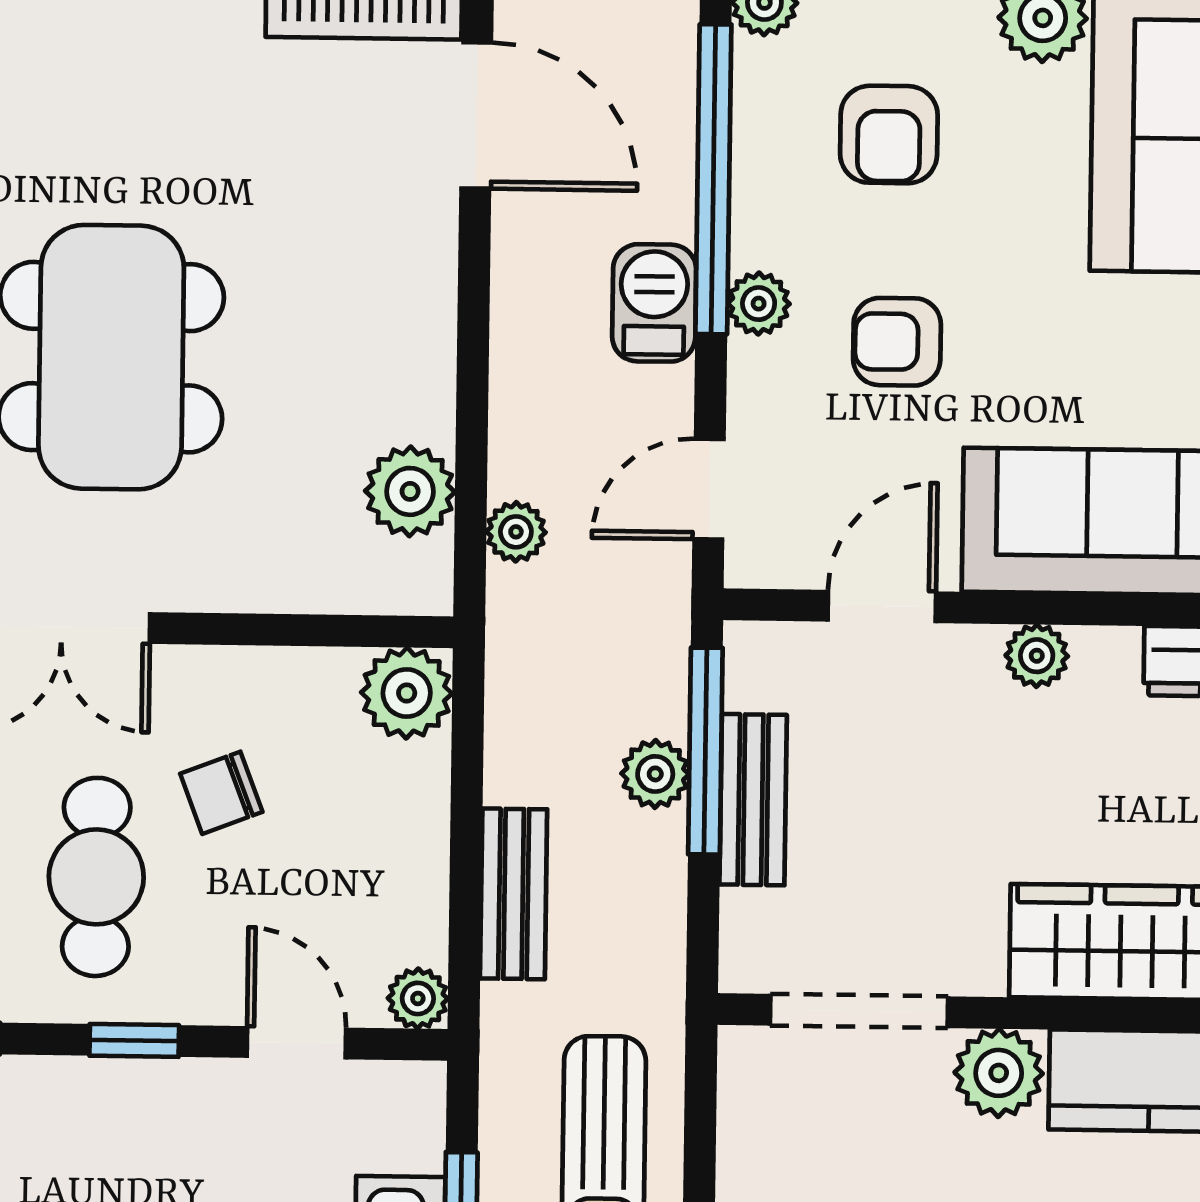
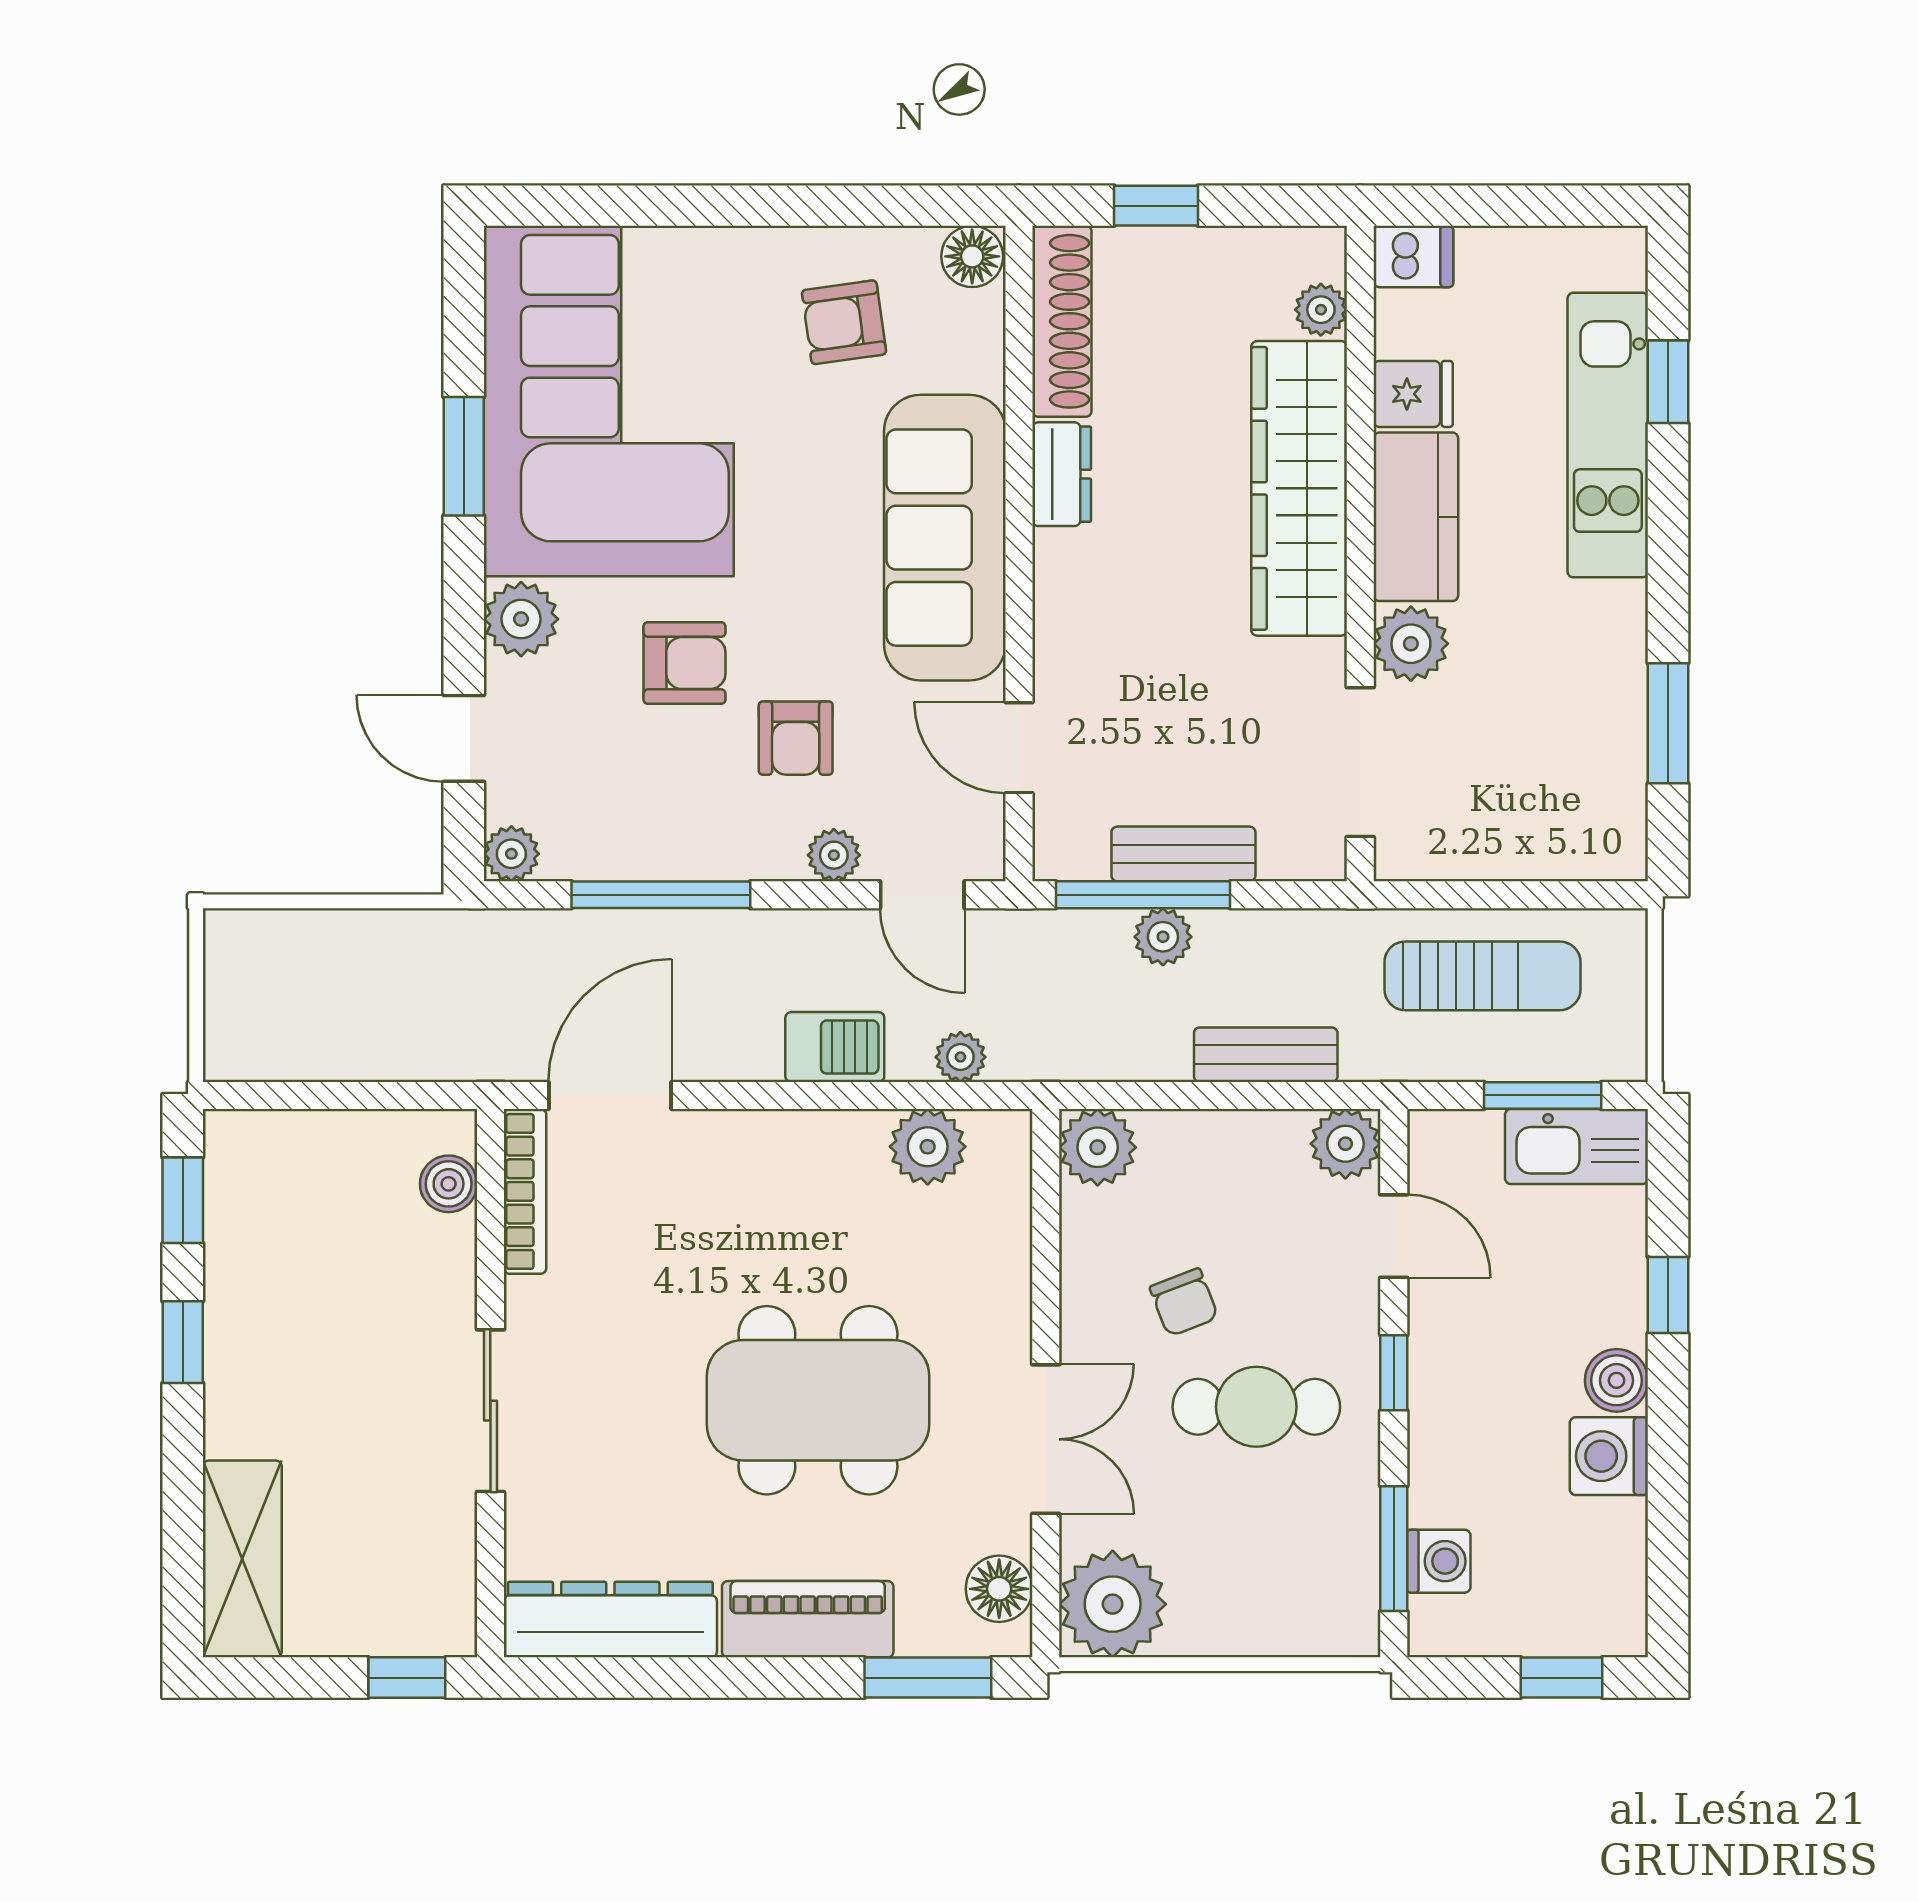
armchair: (889, 134) -> (684, 663), moved
window: (713, 179) -> (661, 895), width x0.68
barbecue: (654, 303) -> (835, 1047), moved, turned 180
plant: (759, 304) -> (834, 855), moved
plant: (1037, 656) -> (1059, 617), removed
plant: (418, 998) -> (1345, 1144), width x1.38, depth x1.38
door: (296, 1043) -> (1394, 1236), swing flipped

